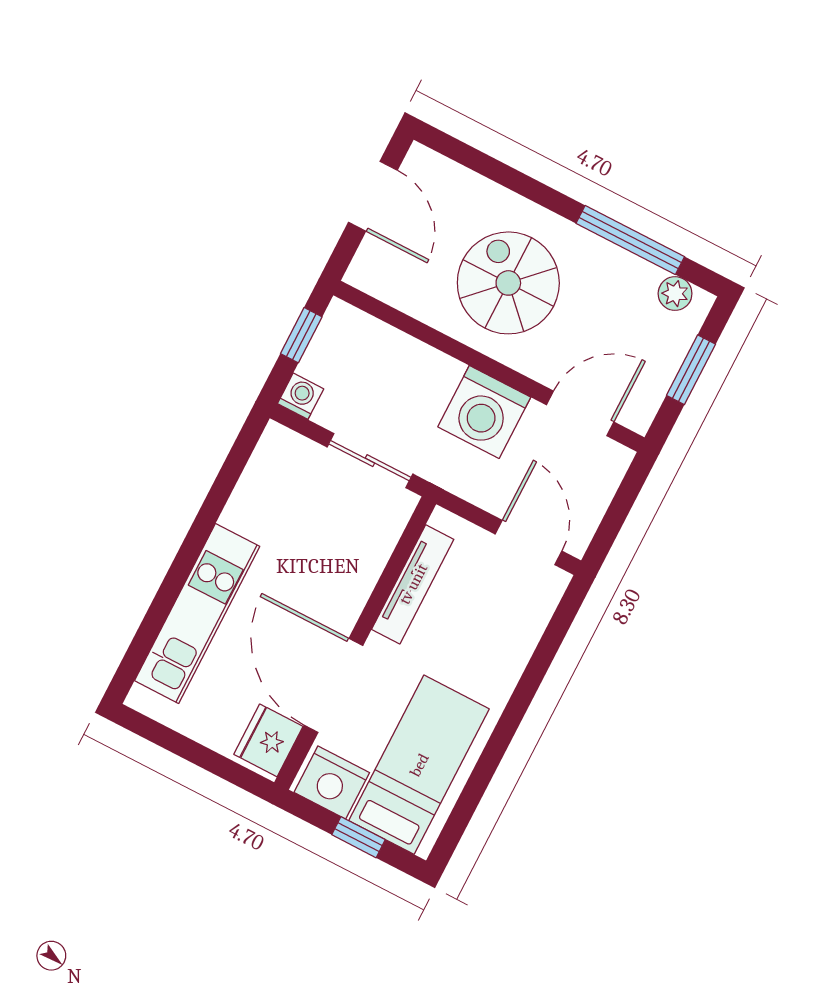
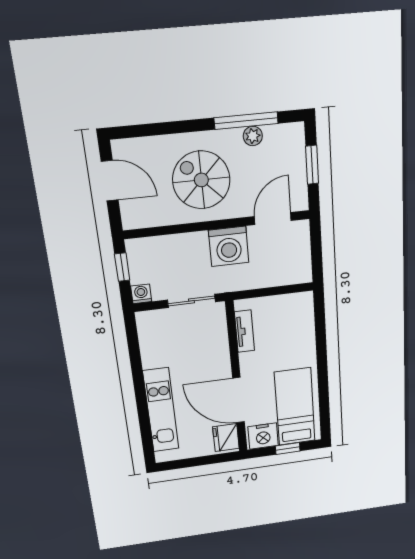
plant: (675, 294) -> (253, 136), moved
door: (529, 542) -> (285, 290), removed
tv unit: (413, 584) -> (245, 331), width x0.71

